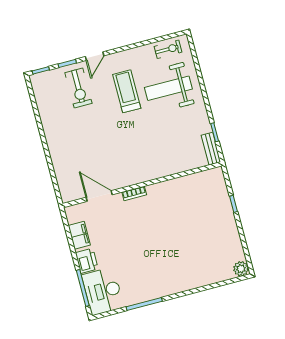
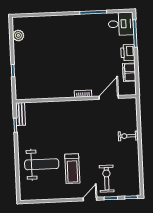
exercise bike: (168, 49) -> (128, 136), moved
door: (99, 196) -> (109, 97), swing flipped
plant: (241, 269) -> (18, 35), moved
desk: (103, 291) -> (121, 24), width x0.73

